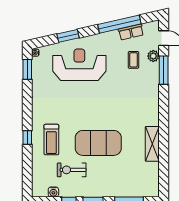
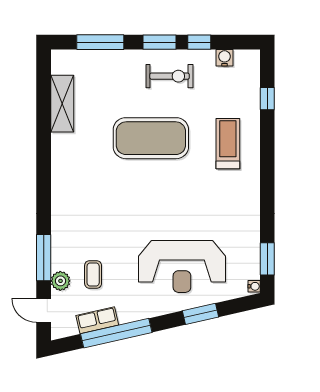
window: (27, 138) -> (267, 99), moved
shelving: (152, 144) -> (62, 104), moved
exercise bike: (72, 170) -> (170, 76), moved

